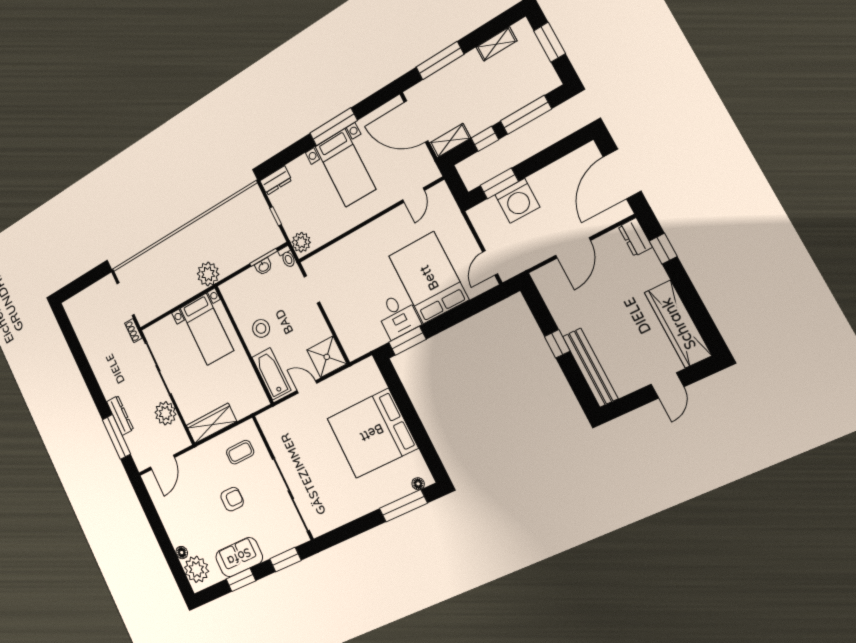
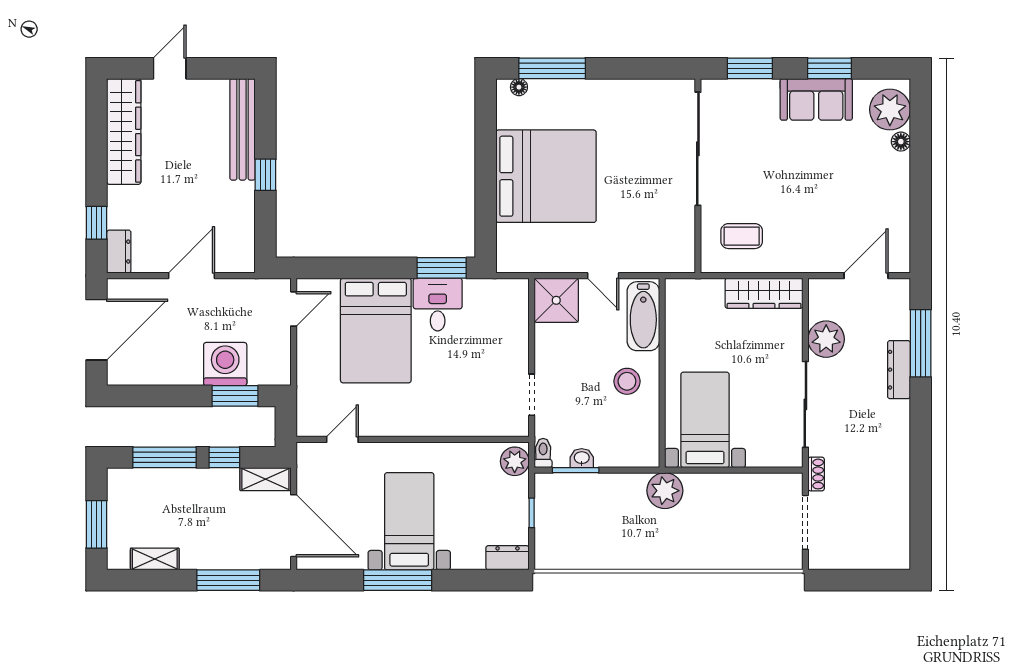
armchair: (232, 499) -> (786, 180), removed

